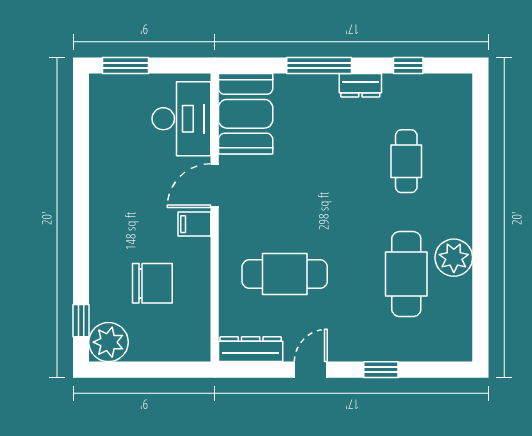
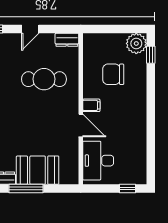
window: (125, 66) -> (127, 188), width x0.67
booth: (246, 114) -> (38, 170), moved, turned 90
door: (215, 186) -> (81, 125), hinge flipped
dresser: (251, 349) -> (67, 40), width x0.70

